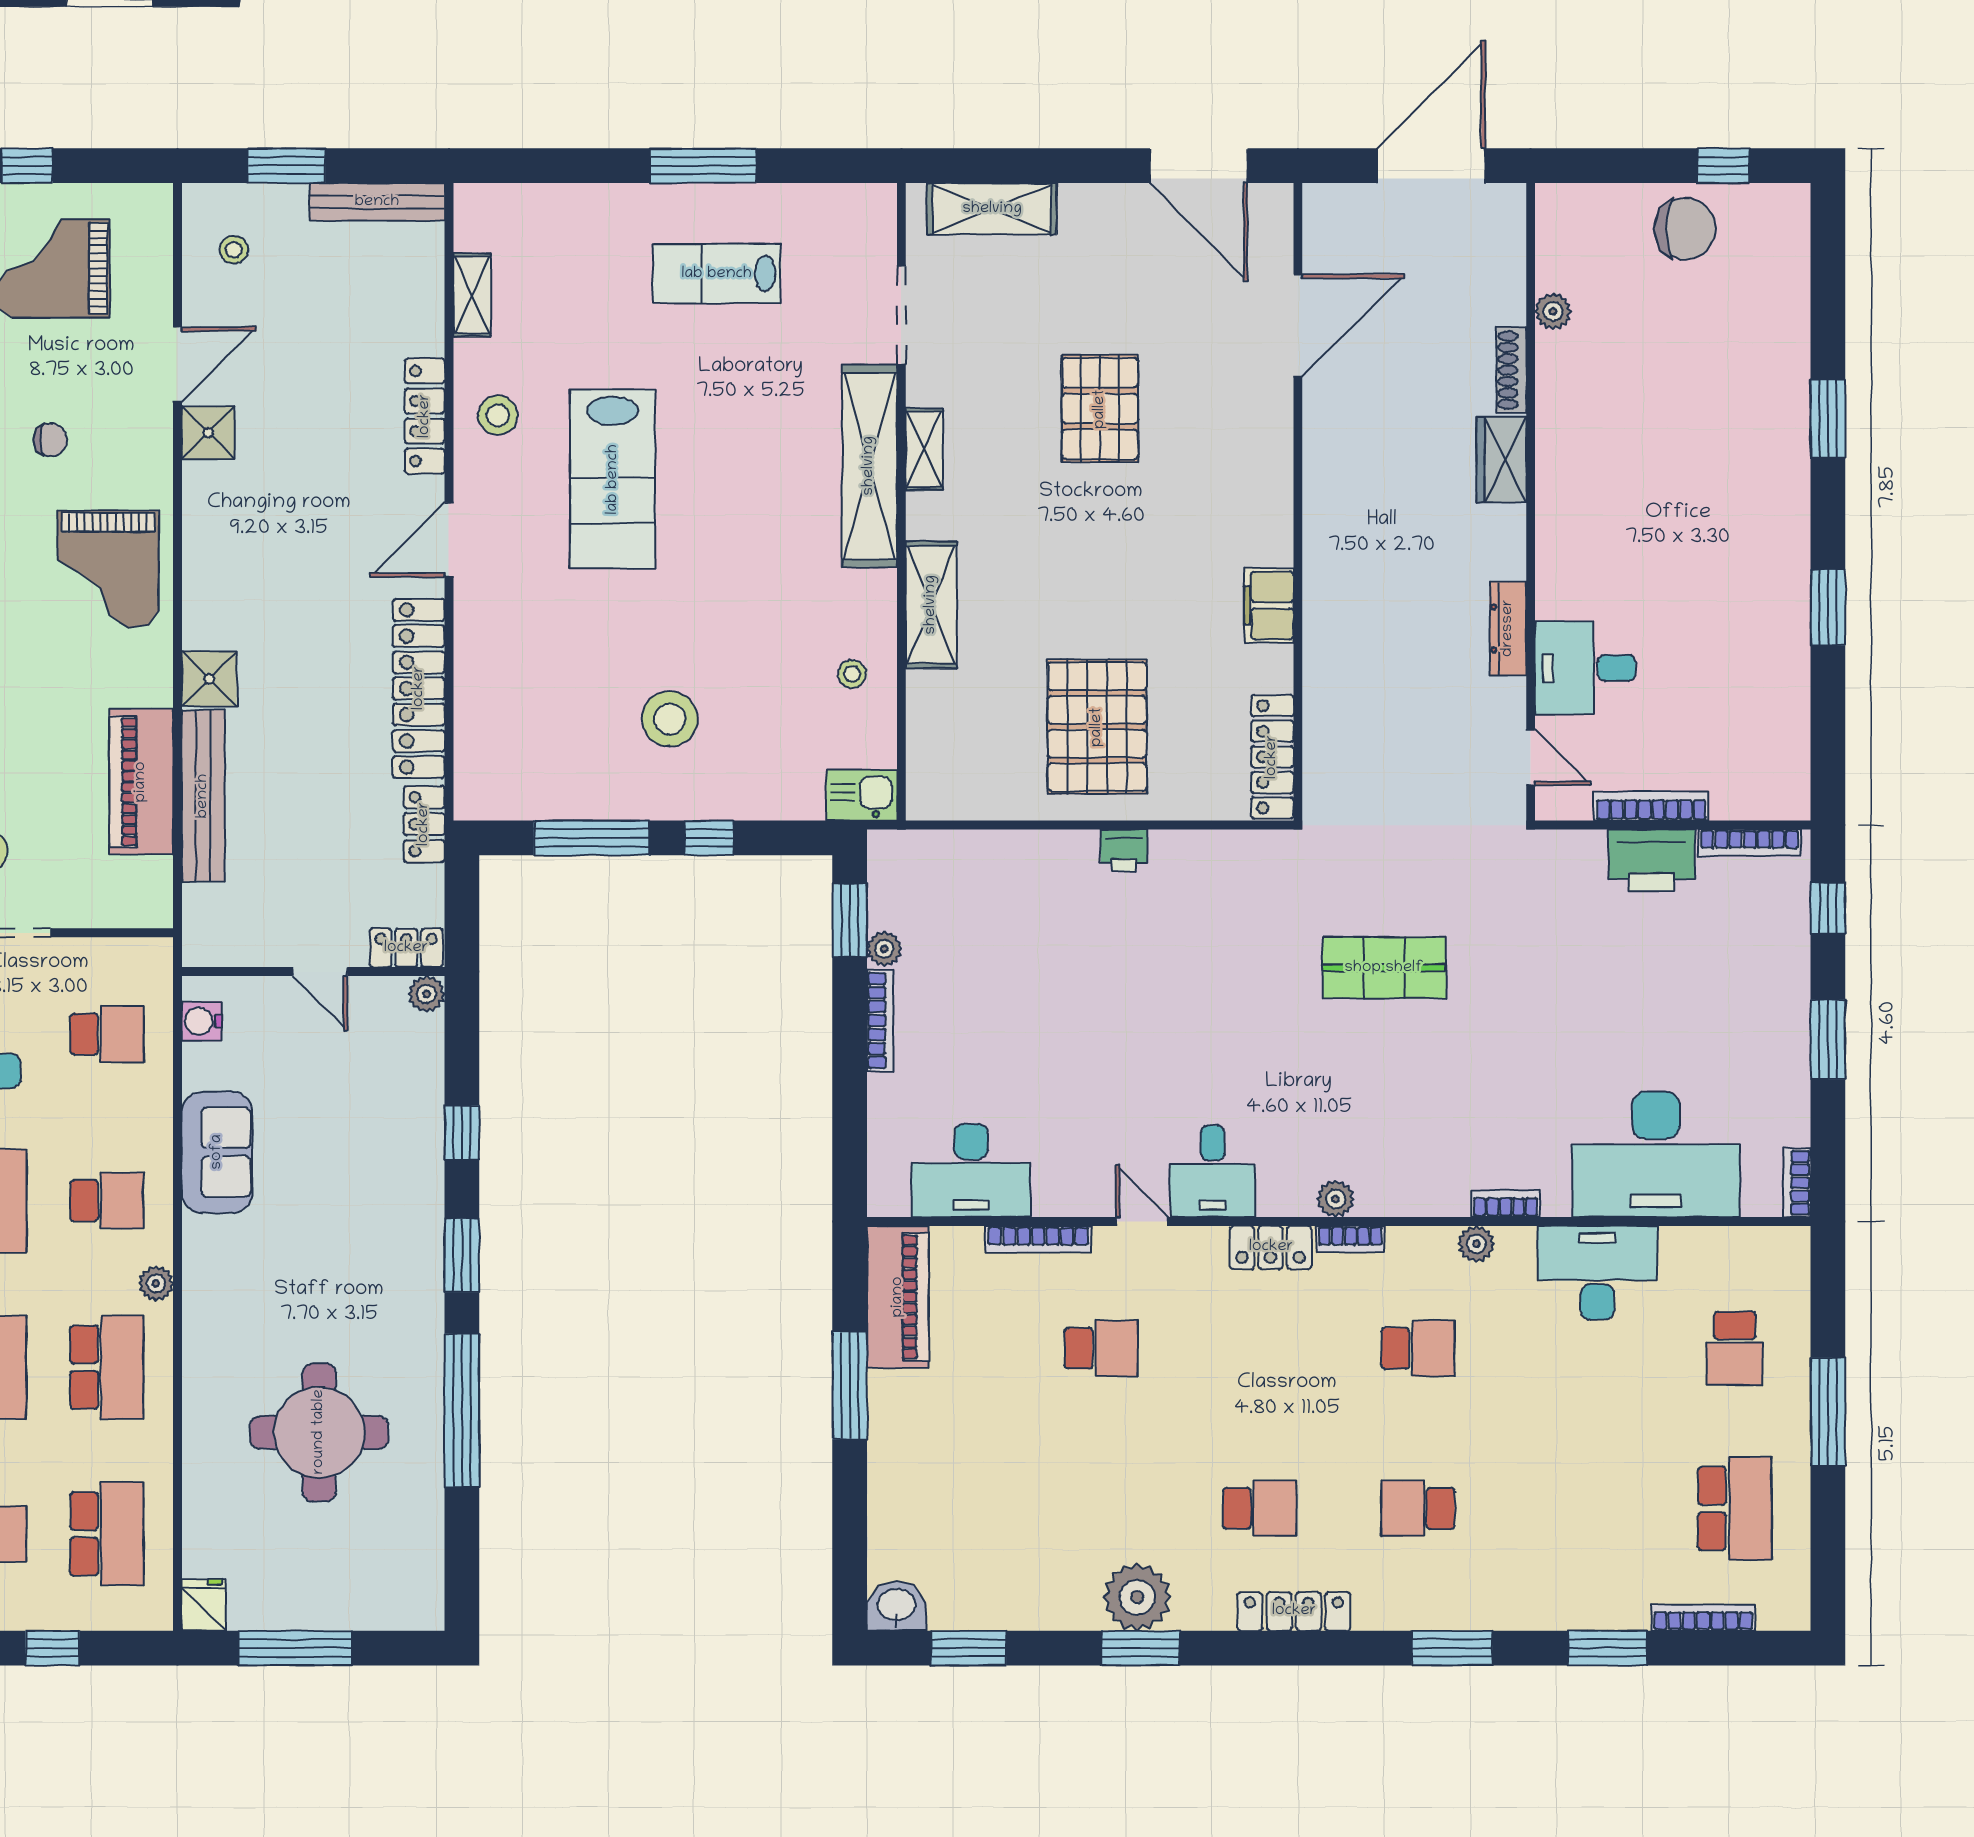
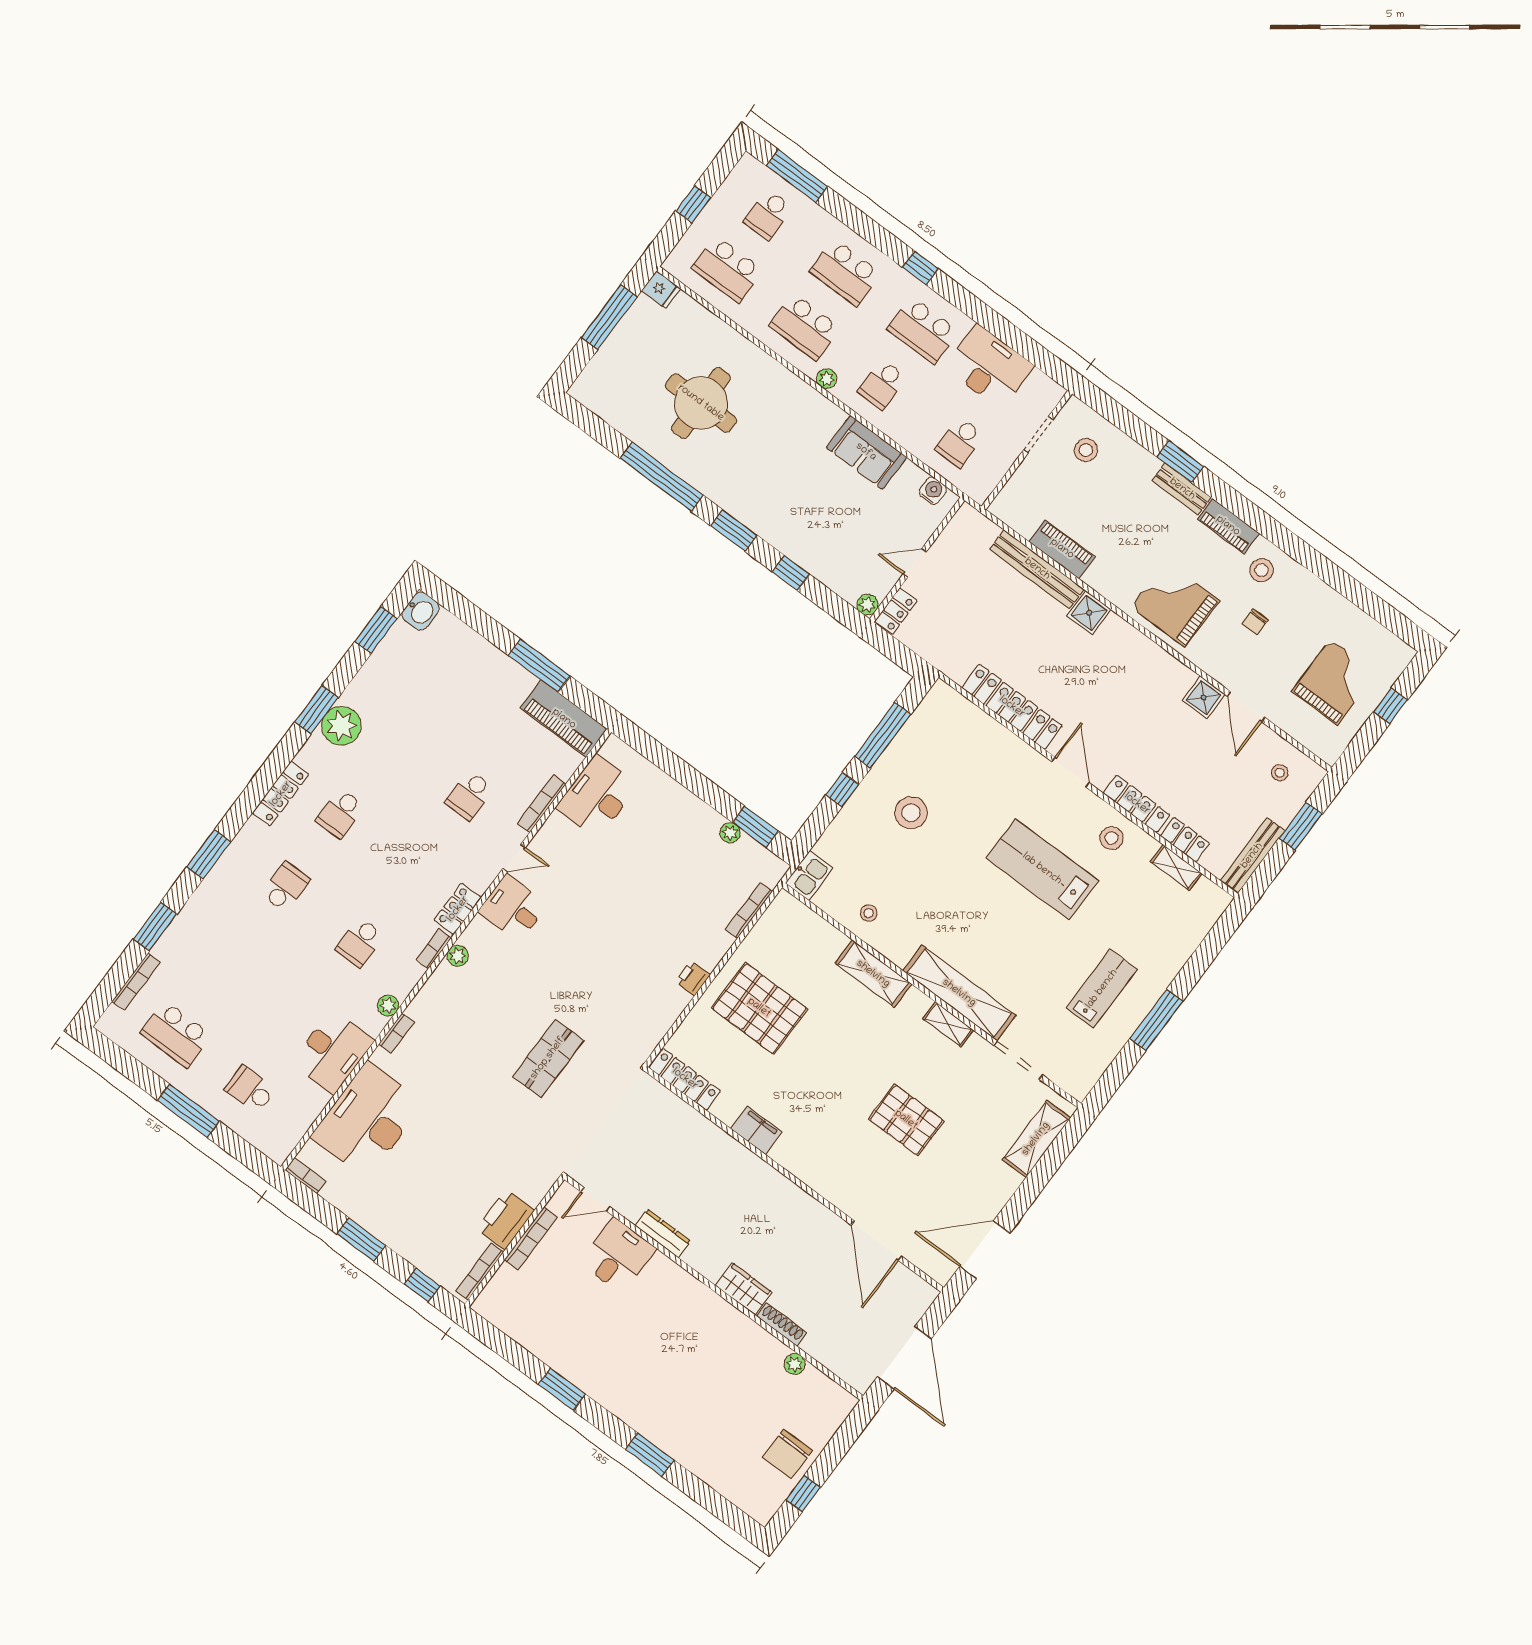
piano: (141, 782) -> (1062, 549), width x0.73, depth x0.75
locker: (424, 824) -> (1185, 840), moved
bookcase: (880, 1020) -> (749, 911), moved, turned 90

